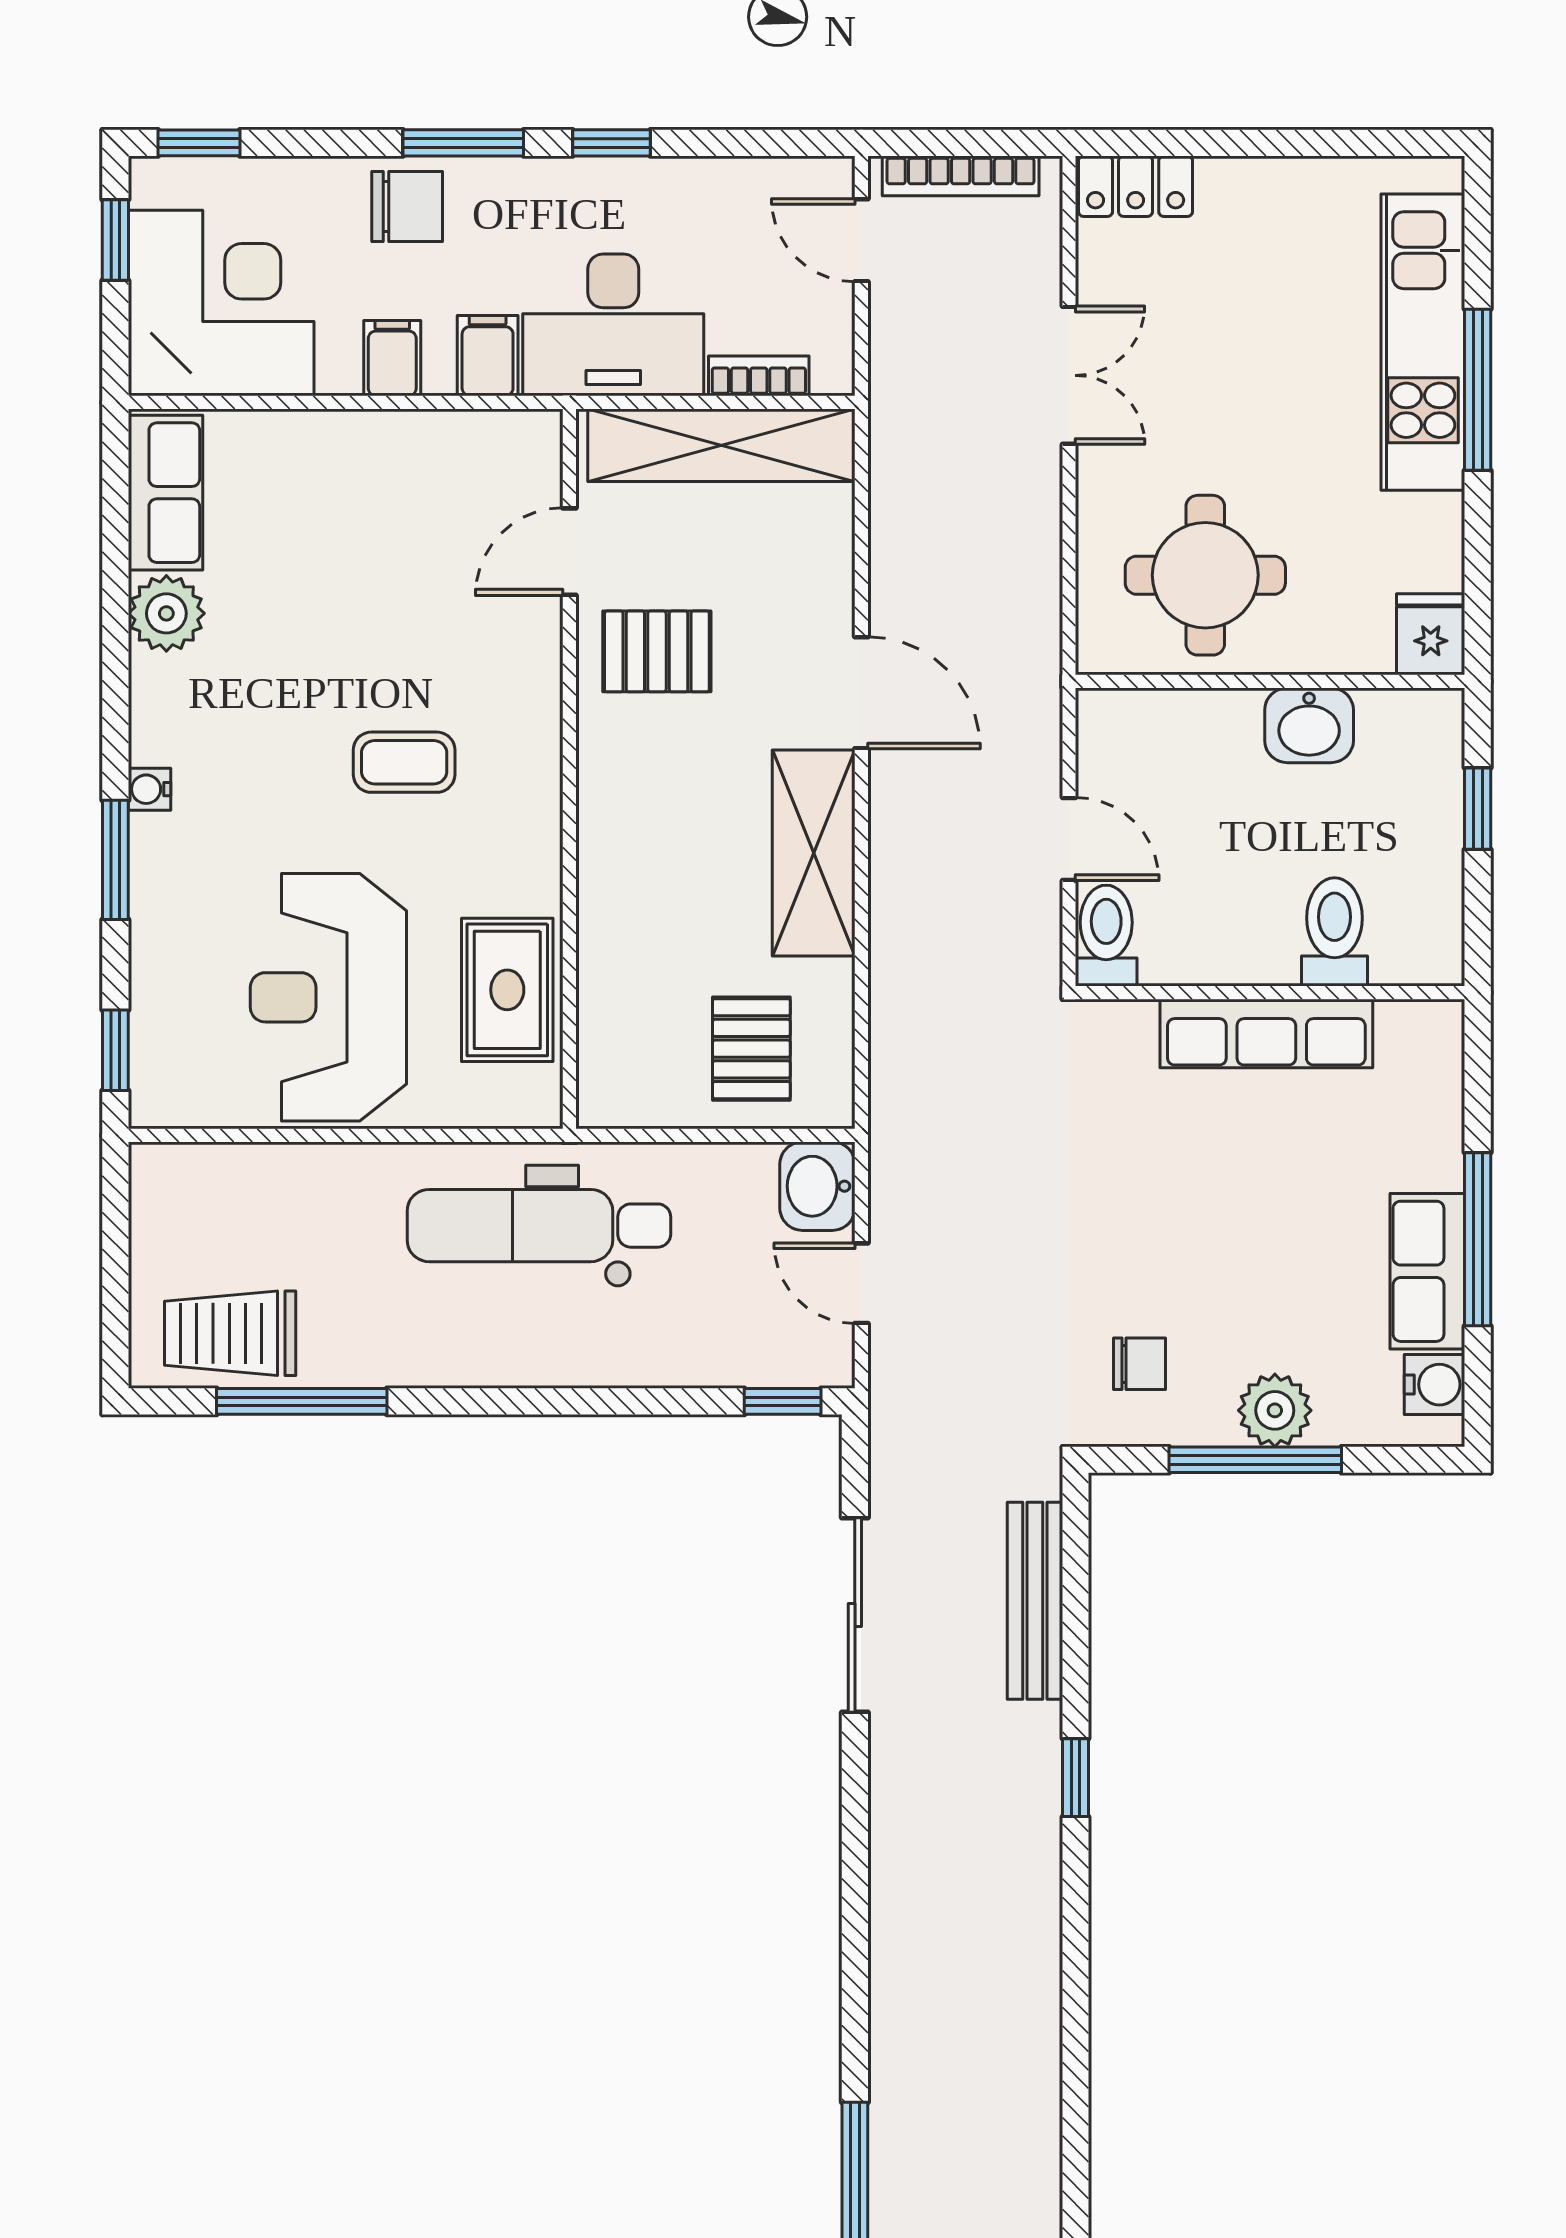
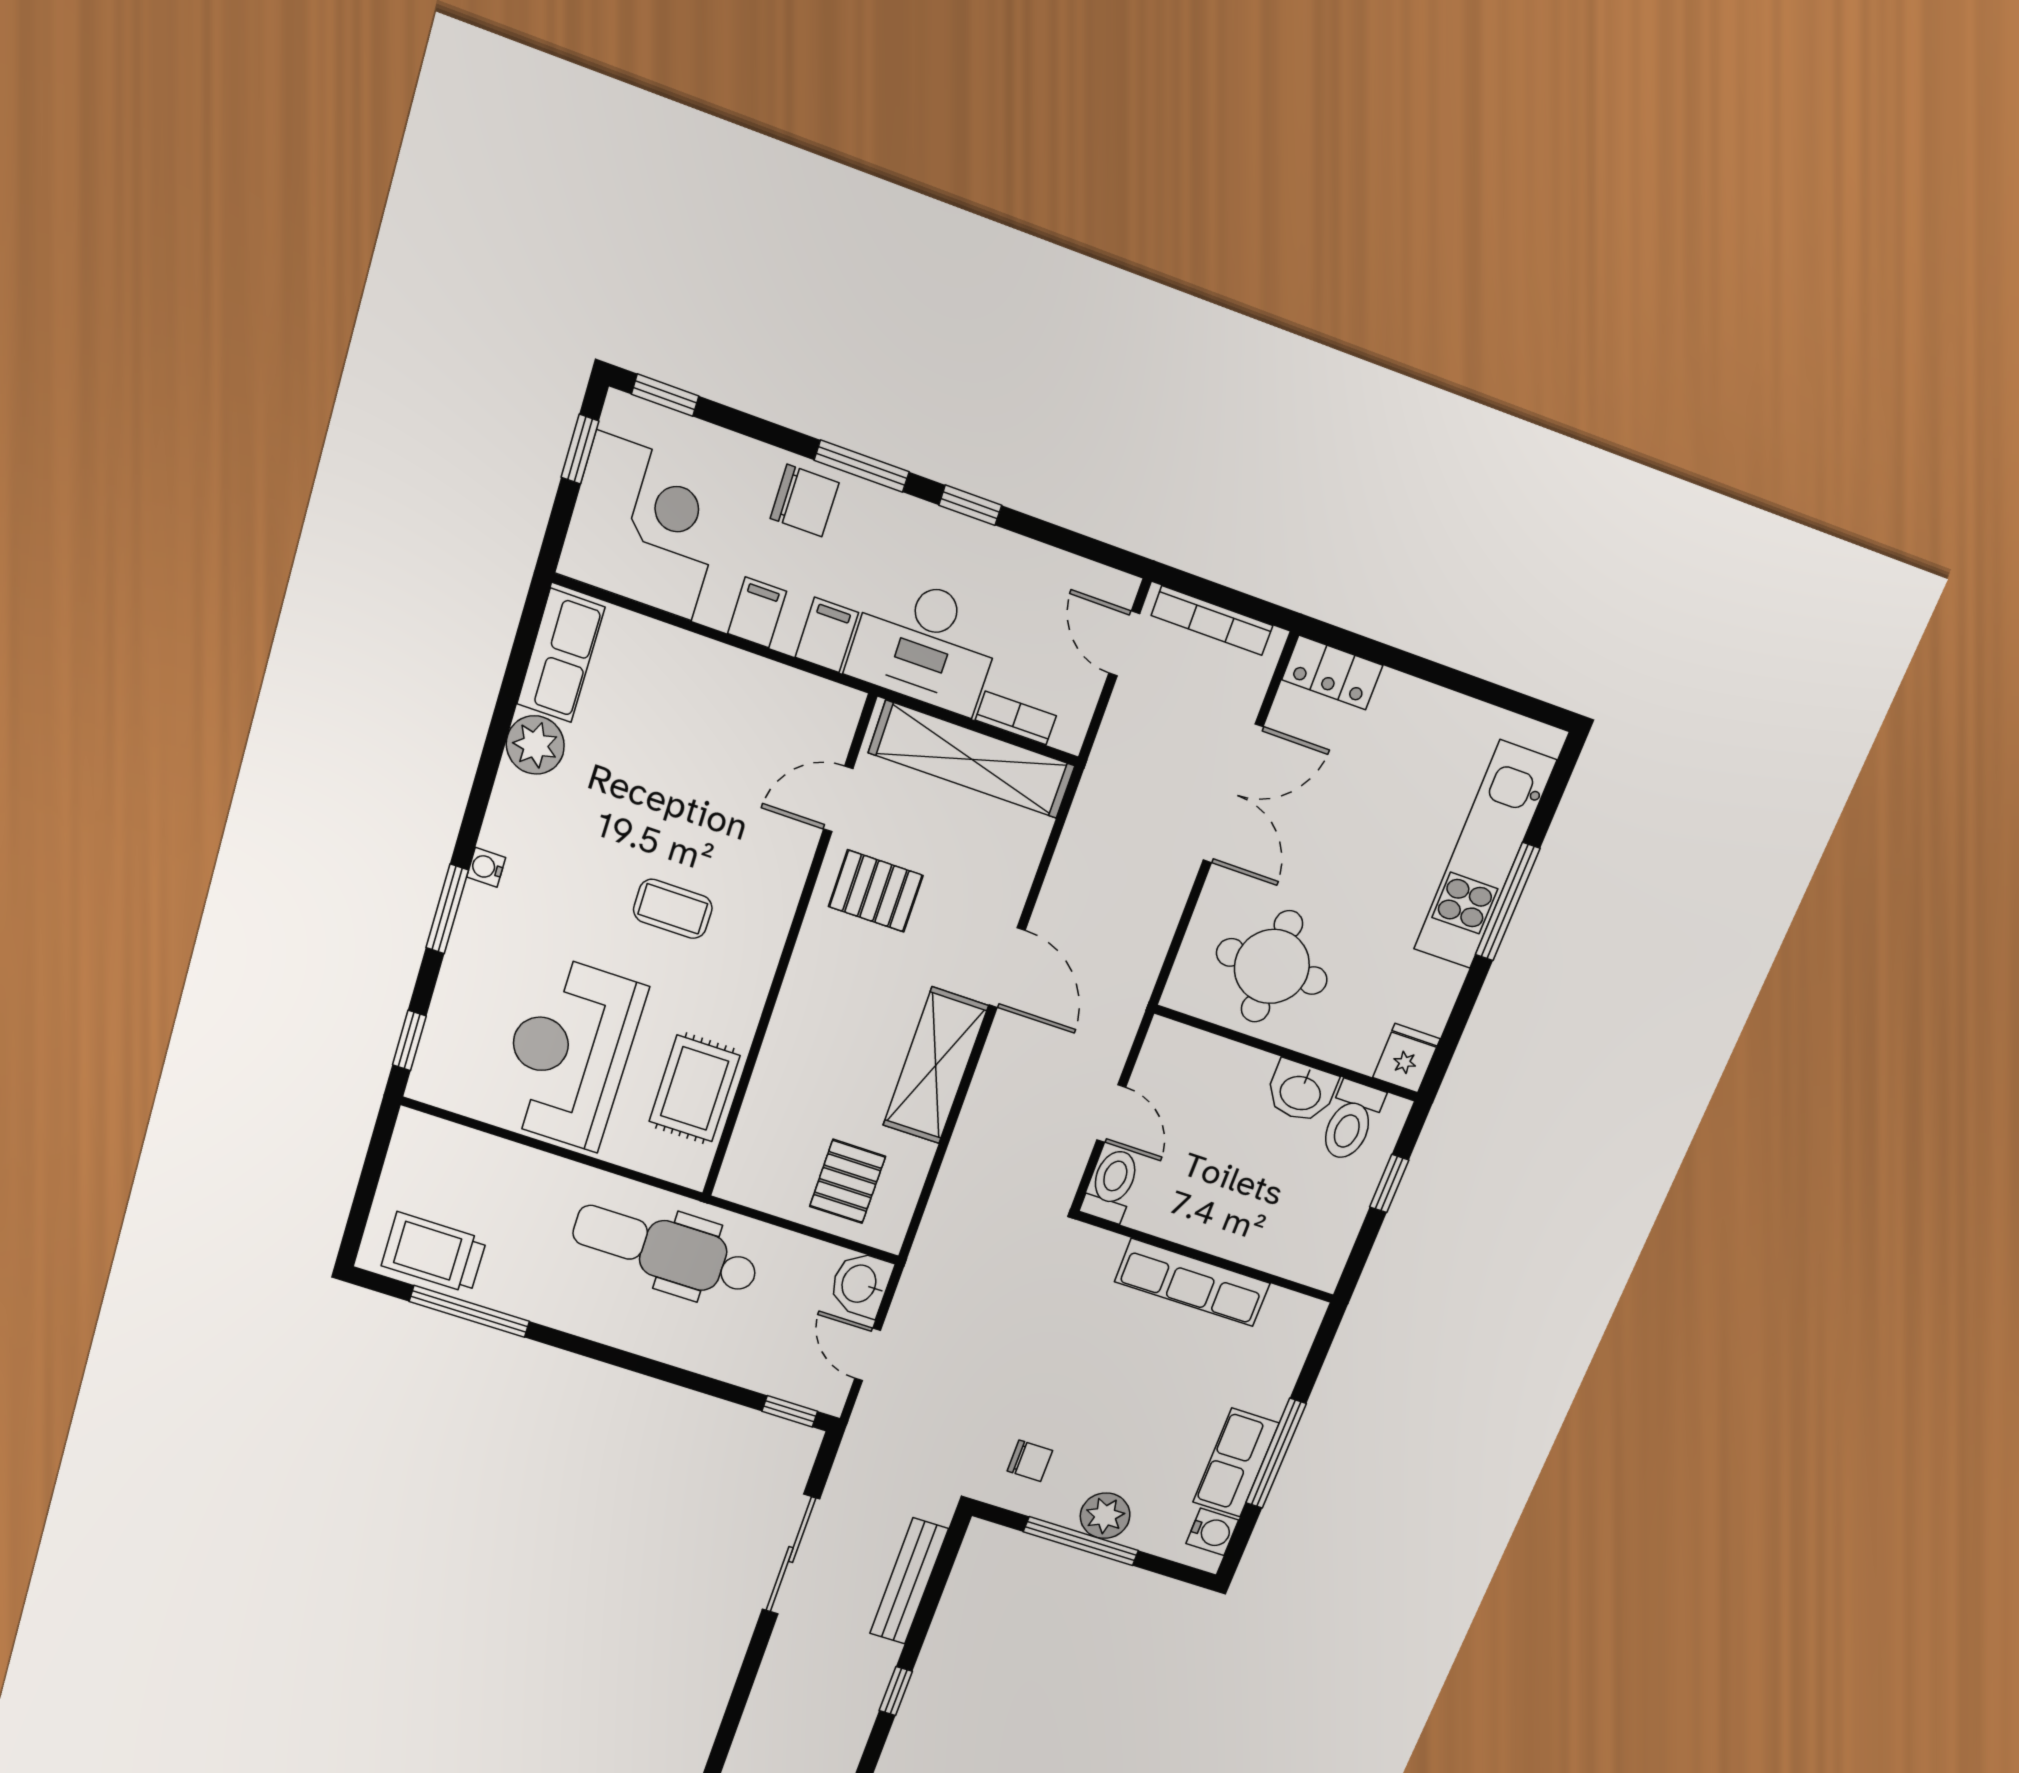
double door: (1069, 375) -> (1233, 794), width x1.37
toilet: (1335, 932) -> (1351, 1121), moved, turned 180

